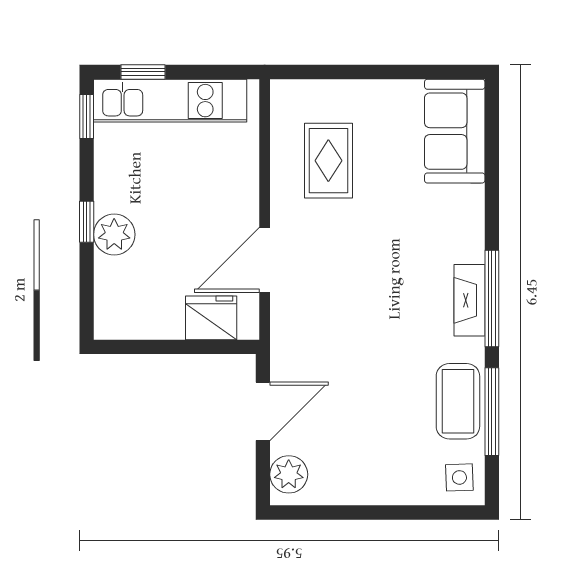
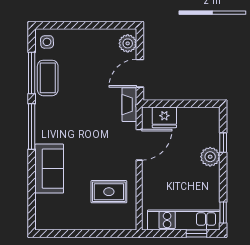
sofa: (455, 131) -> (49, 169), moved
rug: (328, 161) -> (109, 192), turned 90
window: (87, 222) -> (223, 143), moved
fireplace: (470, 300) -> (129, 105), moved, turned 180

